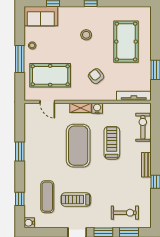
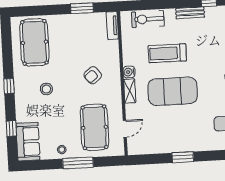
pool table: (126, 42) -> (34, 42), moved, turned 90
tv unit: (134, 96) -> (112, 26), width x0.71

